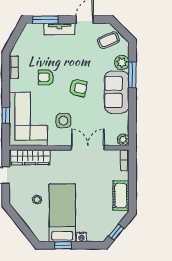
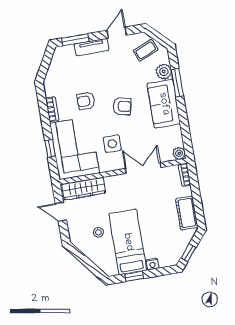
bookcase: (14, 67) -> (52, 109), moved

